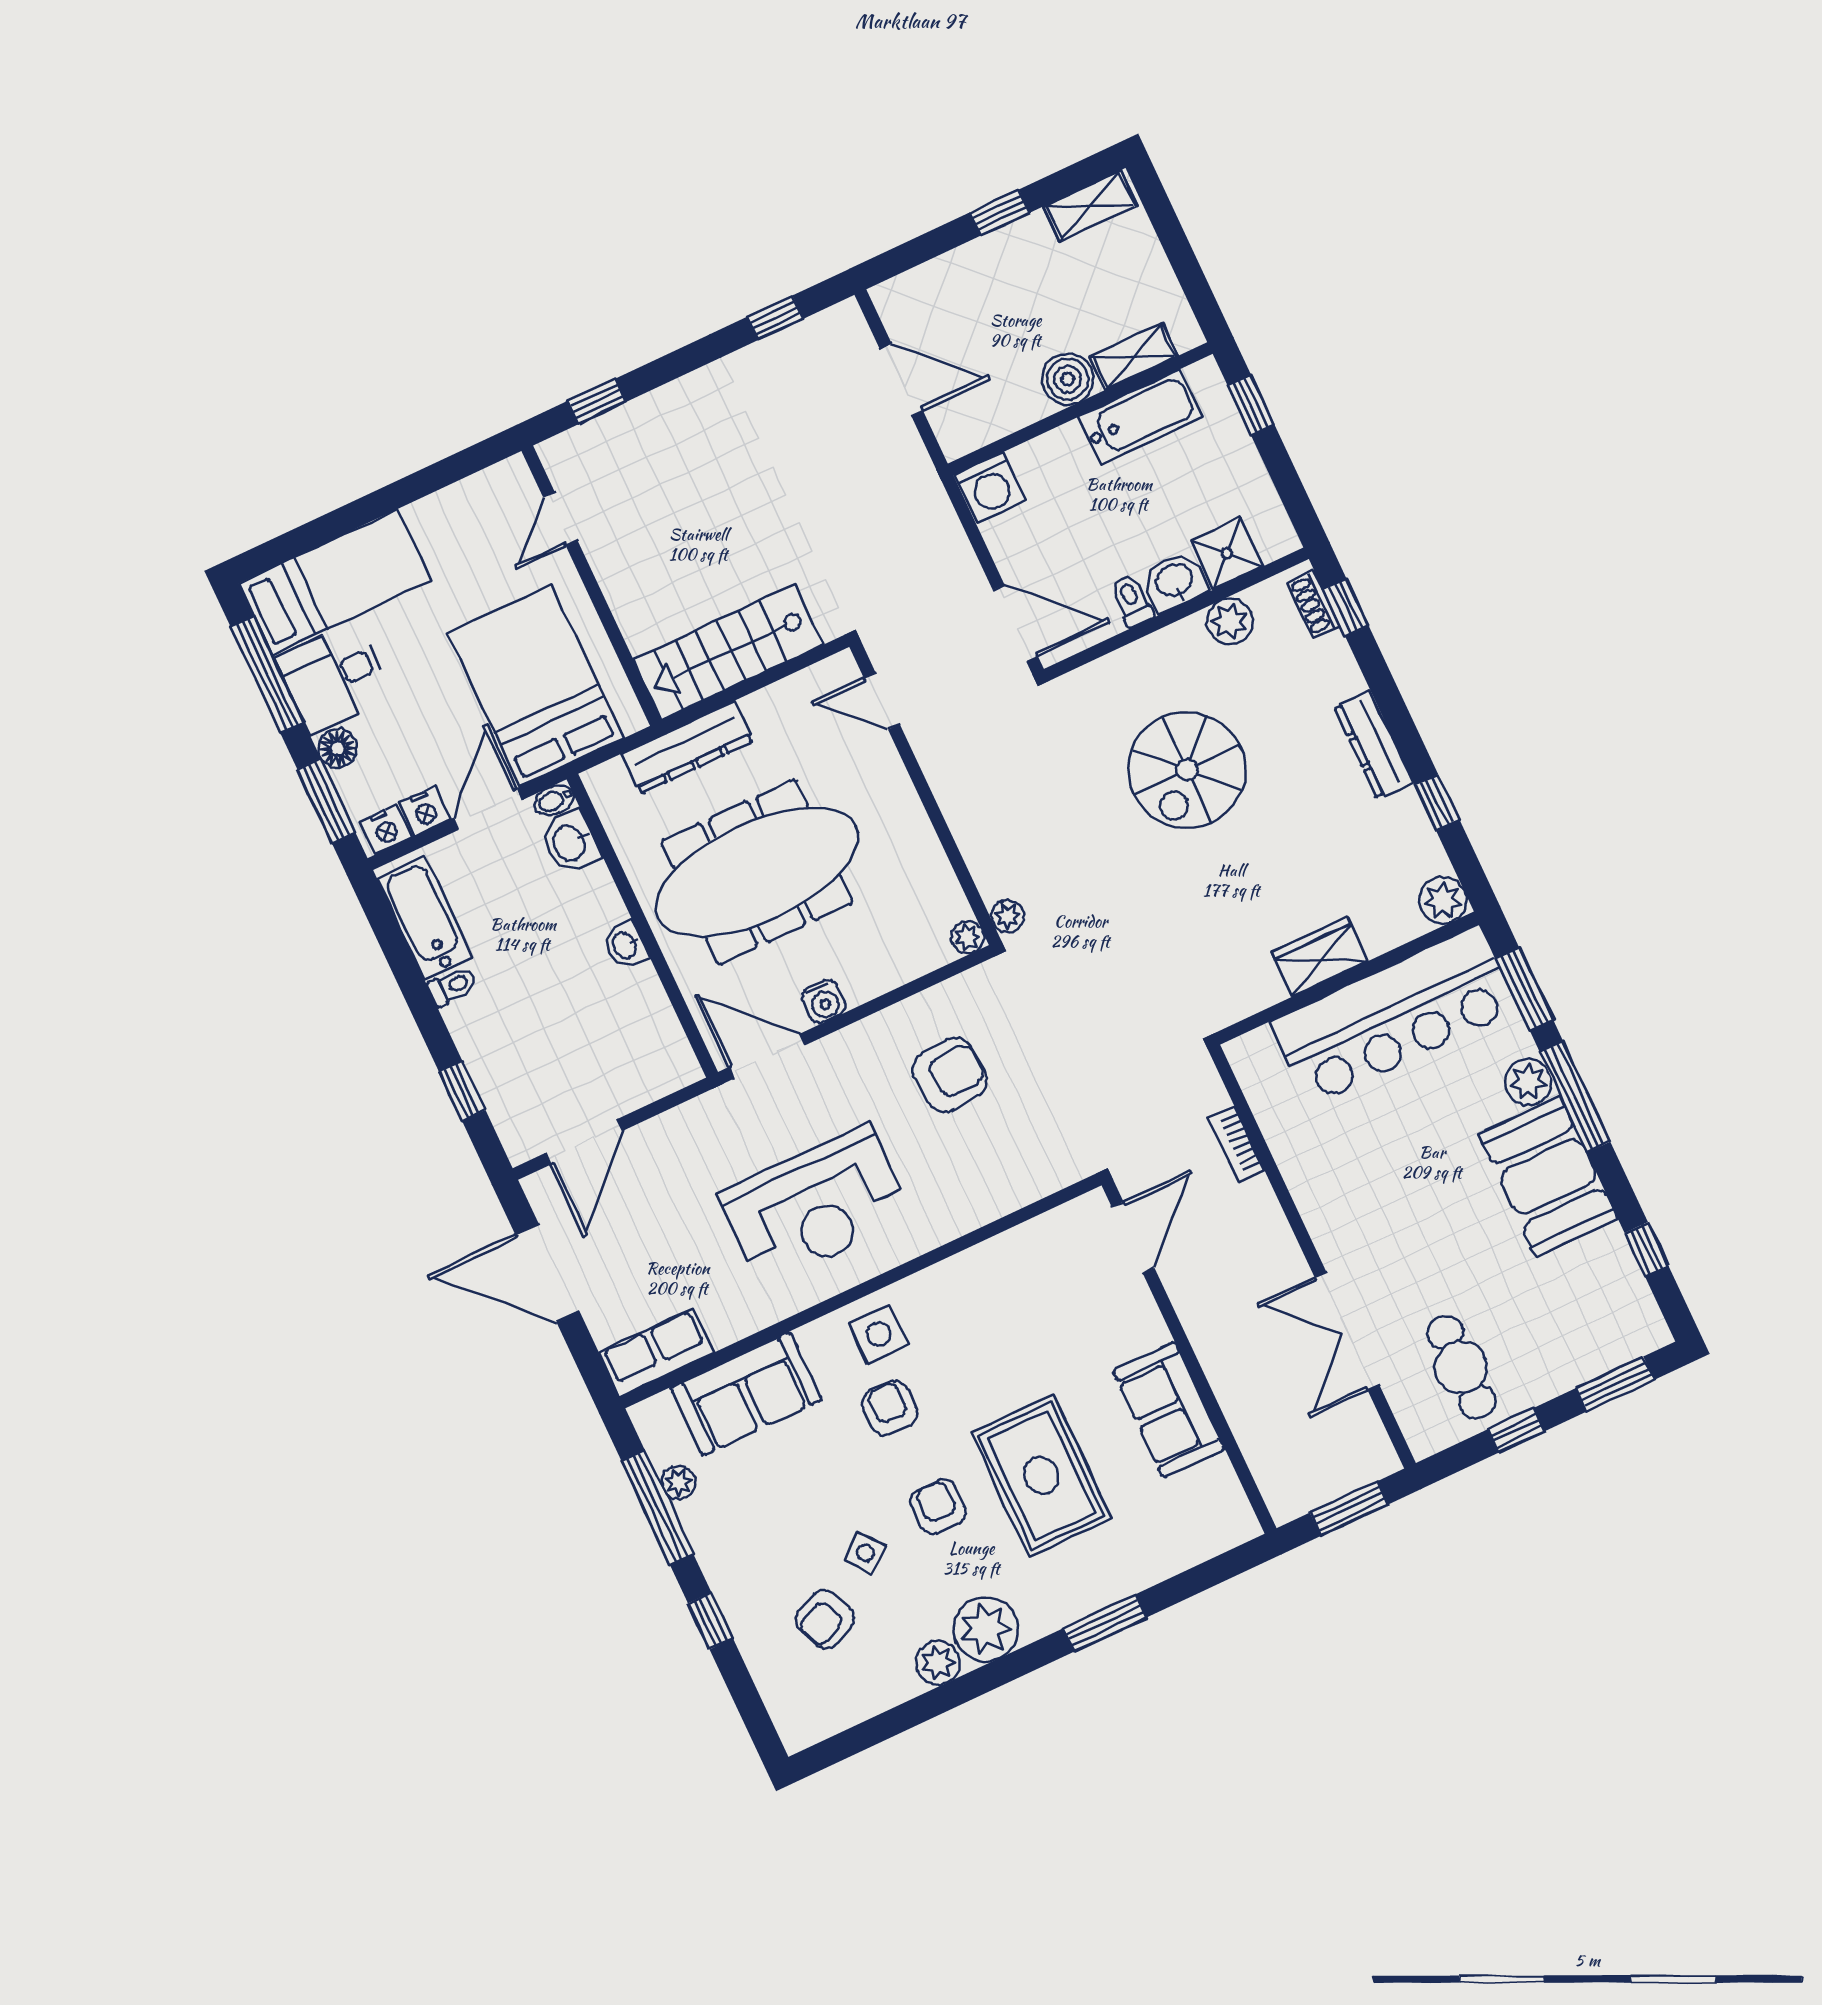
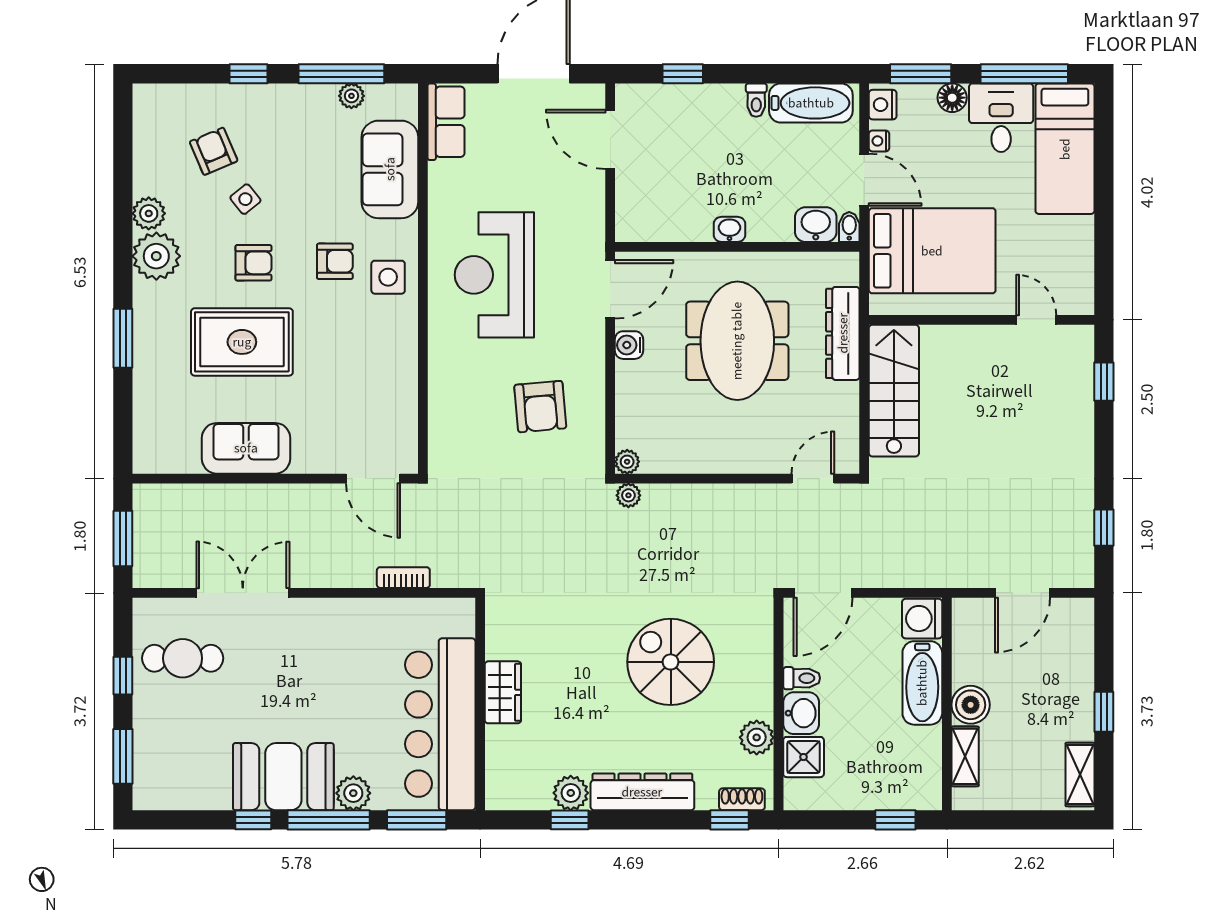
bathtub: (1140, 417) -> (922, 683), moved
dresser: (1374, 745) -> (642, 792), width x1.37, depth x1.24
nightstand: (425, 811) -> (879, 141), width x0.72, depth x0.74
meeting table: (757, 872) -> (737, 341), width x0.73
plant: (1443, 900) -> (571, 793), moved
window: (1646, 1249) -> (253, 820), moved

